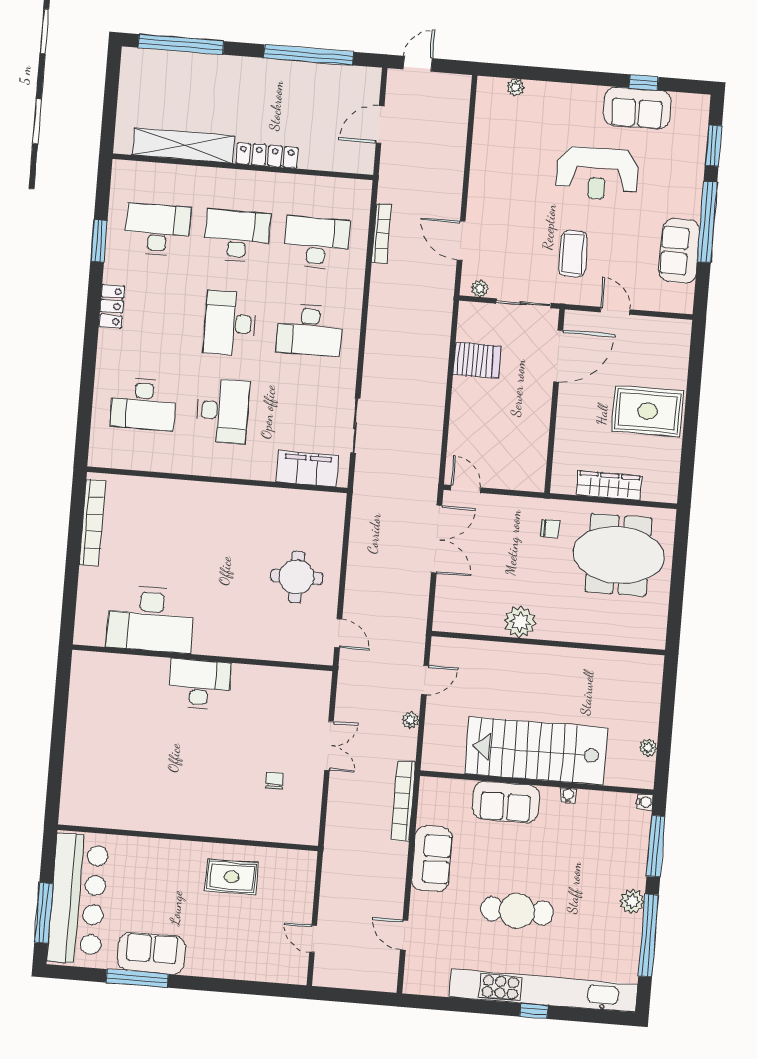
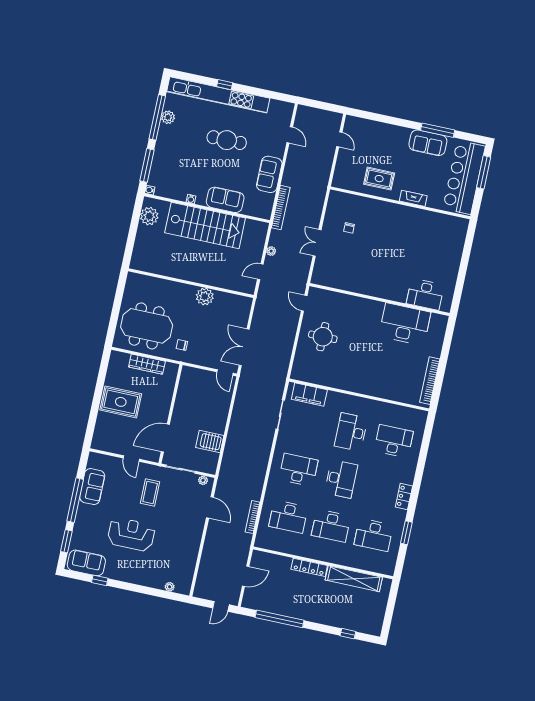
window: (181, 44) -> (348, 634), width x0.32
sofa: (637, 108) -> (86, 563), moved
desk: (199, 684) -> (425, 294), moved
plant: (648, 748) -> (149, 216), width x1.88, depth x1.88
fireplace: (165, 849) -> (413, 198), added
plant: (632, 901) -> (168, 117), moved

